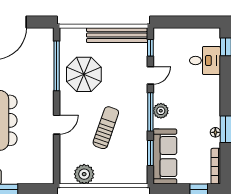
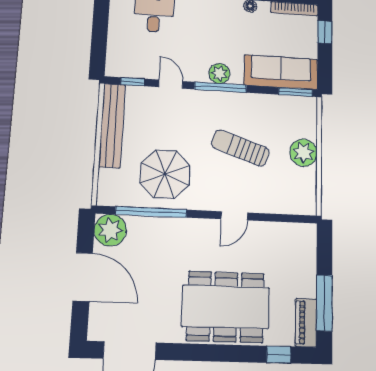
plant: (43, 38) -> (110, 230), added
door: (57, 125) -> (234, 216), swing flipped
window: (150, 153) -> (296, 92), moved
plant: (84, 174) -> (303, 153), moved

